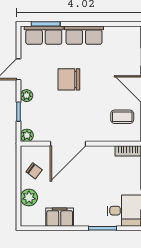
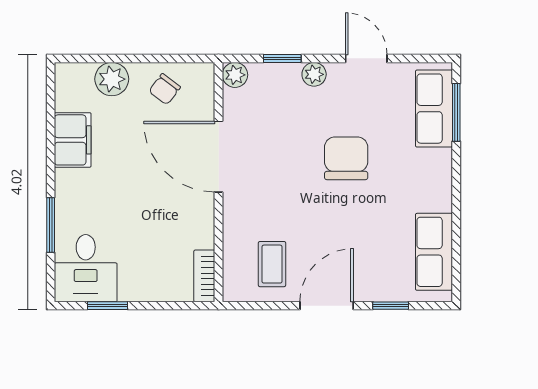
row of seats: (84, 35) -> (434, 252), moved

